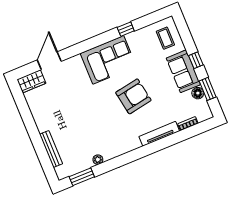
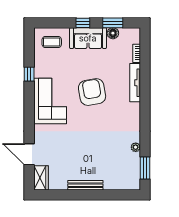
bench: (51, 149) -> (85, 185), moved

